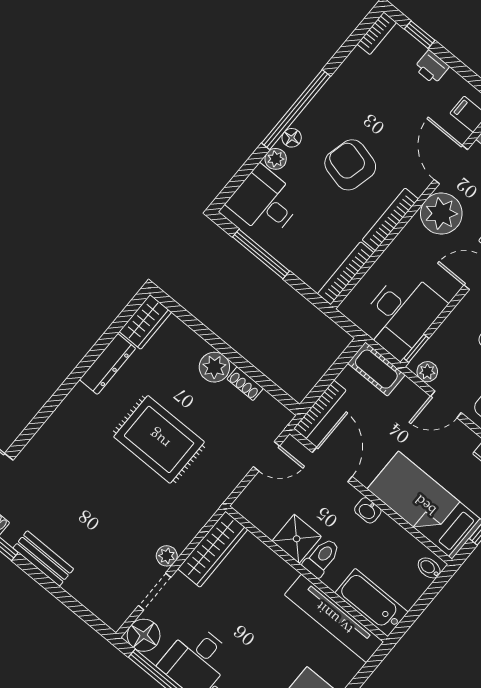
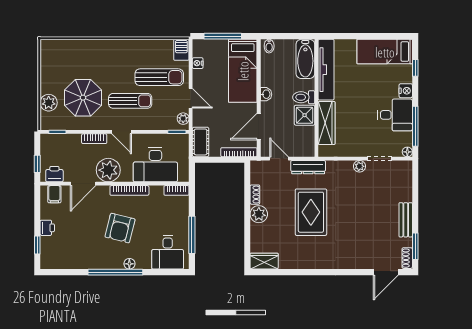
bookcase: (377, 33) -> (52, 264), removed
plant: (276, 159) -> (145, 263), removed
bookcase: (346, 273) -> (176, 190), width x0.64
desk: (402, 314) -> (155, 165), moved, turned 180
dresser: (108, 364) -> (308, 167), moved, turned 180
wardrobe: (213, 549) -> (327, 123), moved, turned 90
floor lamp: (144, 635) -> (407, 152), width x0.53, depth x0.53

